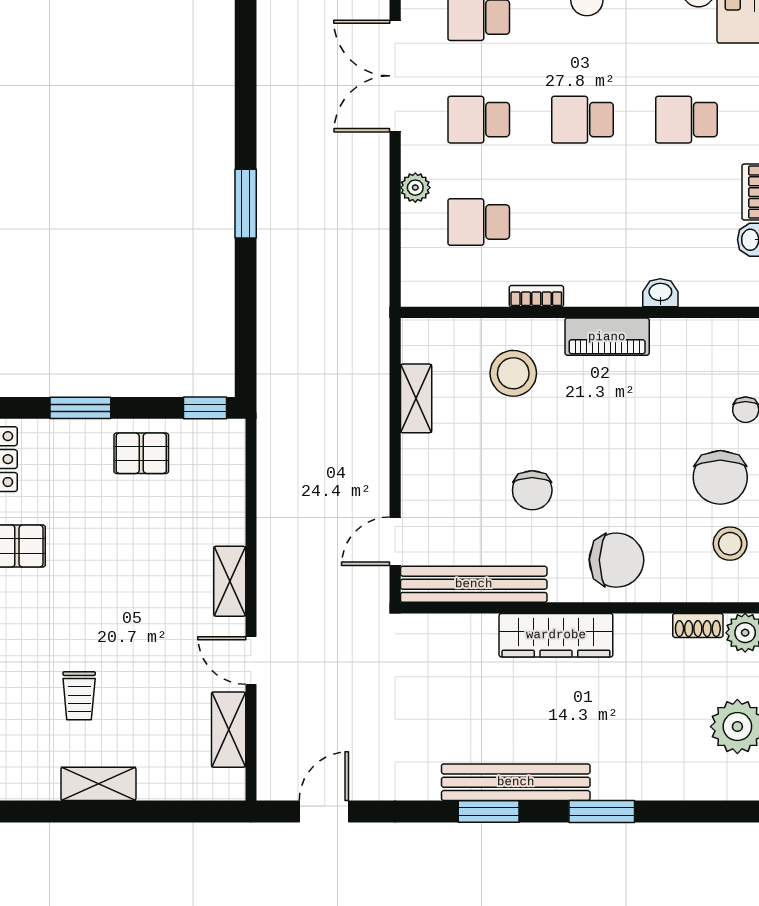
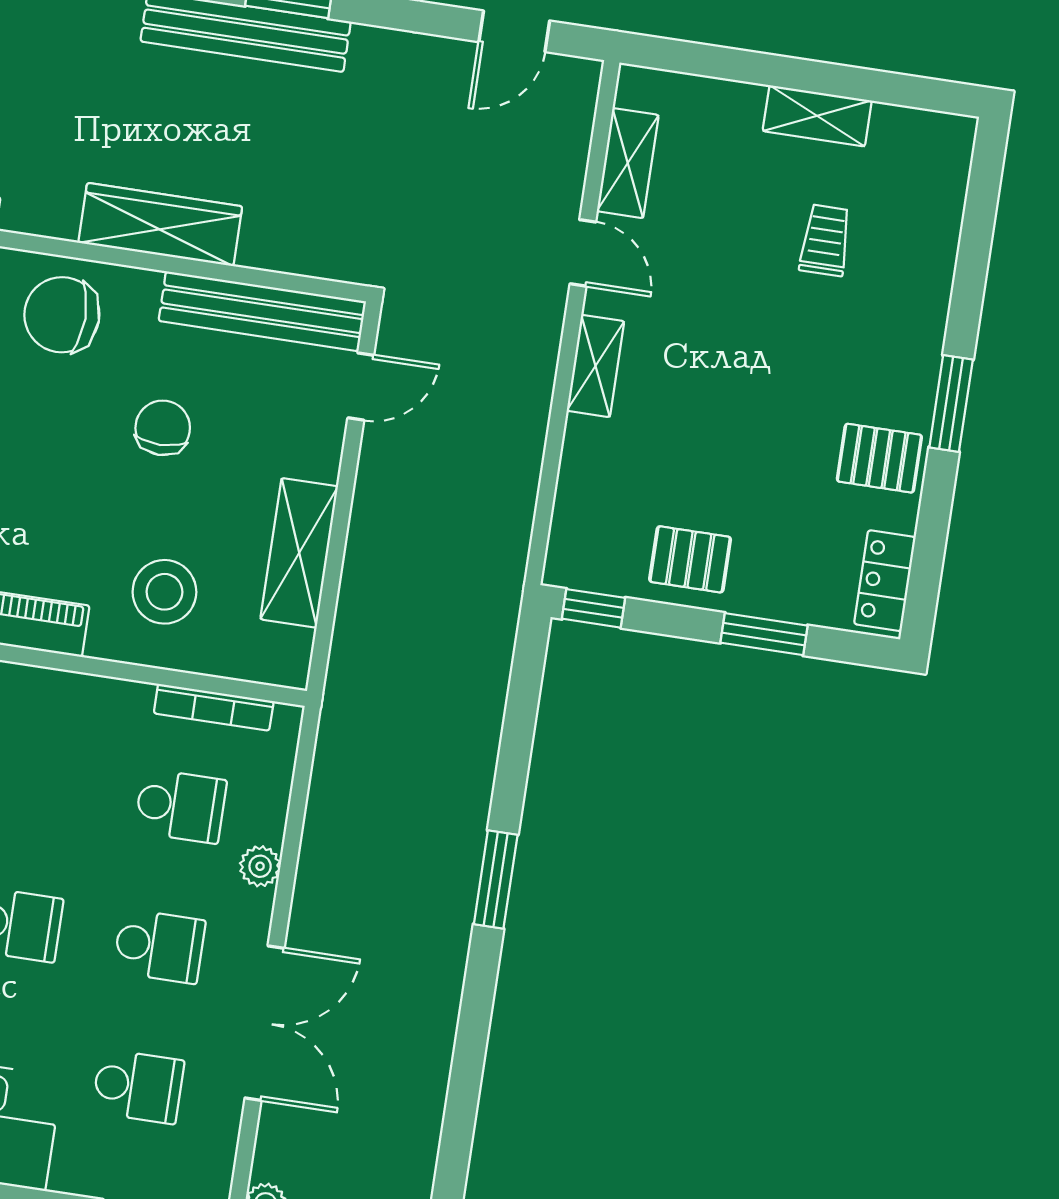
bookcase: (536, 296) -> (214, 707), moved, width x1.56
shelving: (416, 398) -> (299, 553), width x1.50, depth x1.33

